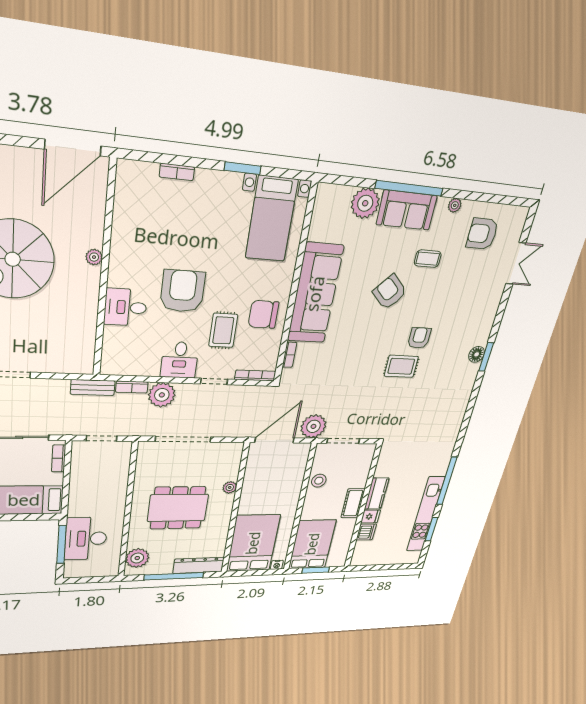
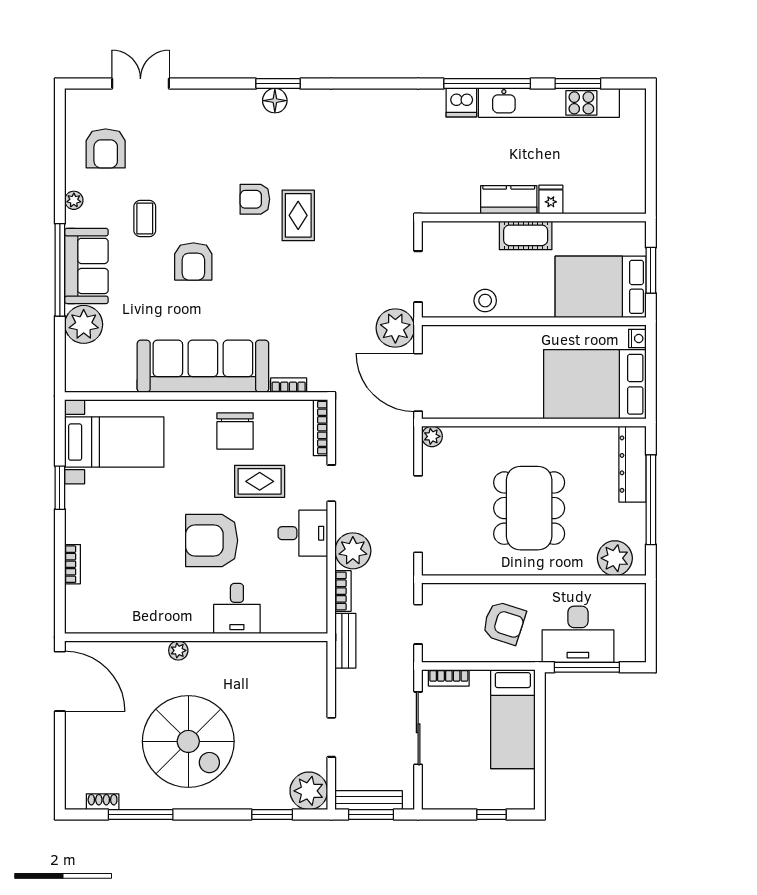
armchair: (390, 292) -> (193, 261), turned -43
plant: (230, 487) -> (432, 436), moved
armchair: (98, 494) -> (504, 623), added
dishwasher: (366, 532) -> (461, 103), moved, turned 180

